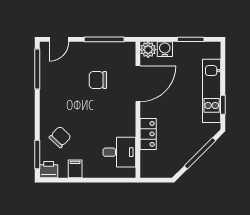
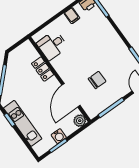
water cooler: (165, 49) -> (59, 136), moved
chair: (60, 137) -> (95, 28), removed

